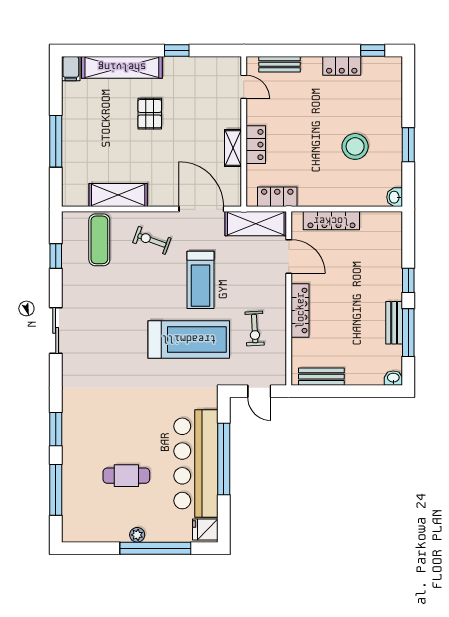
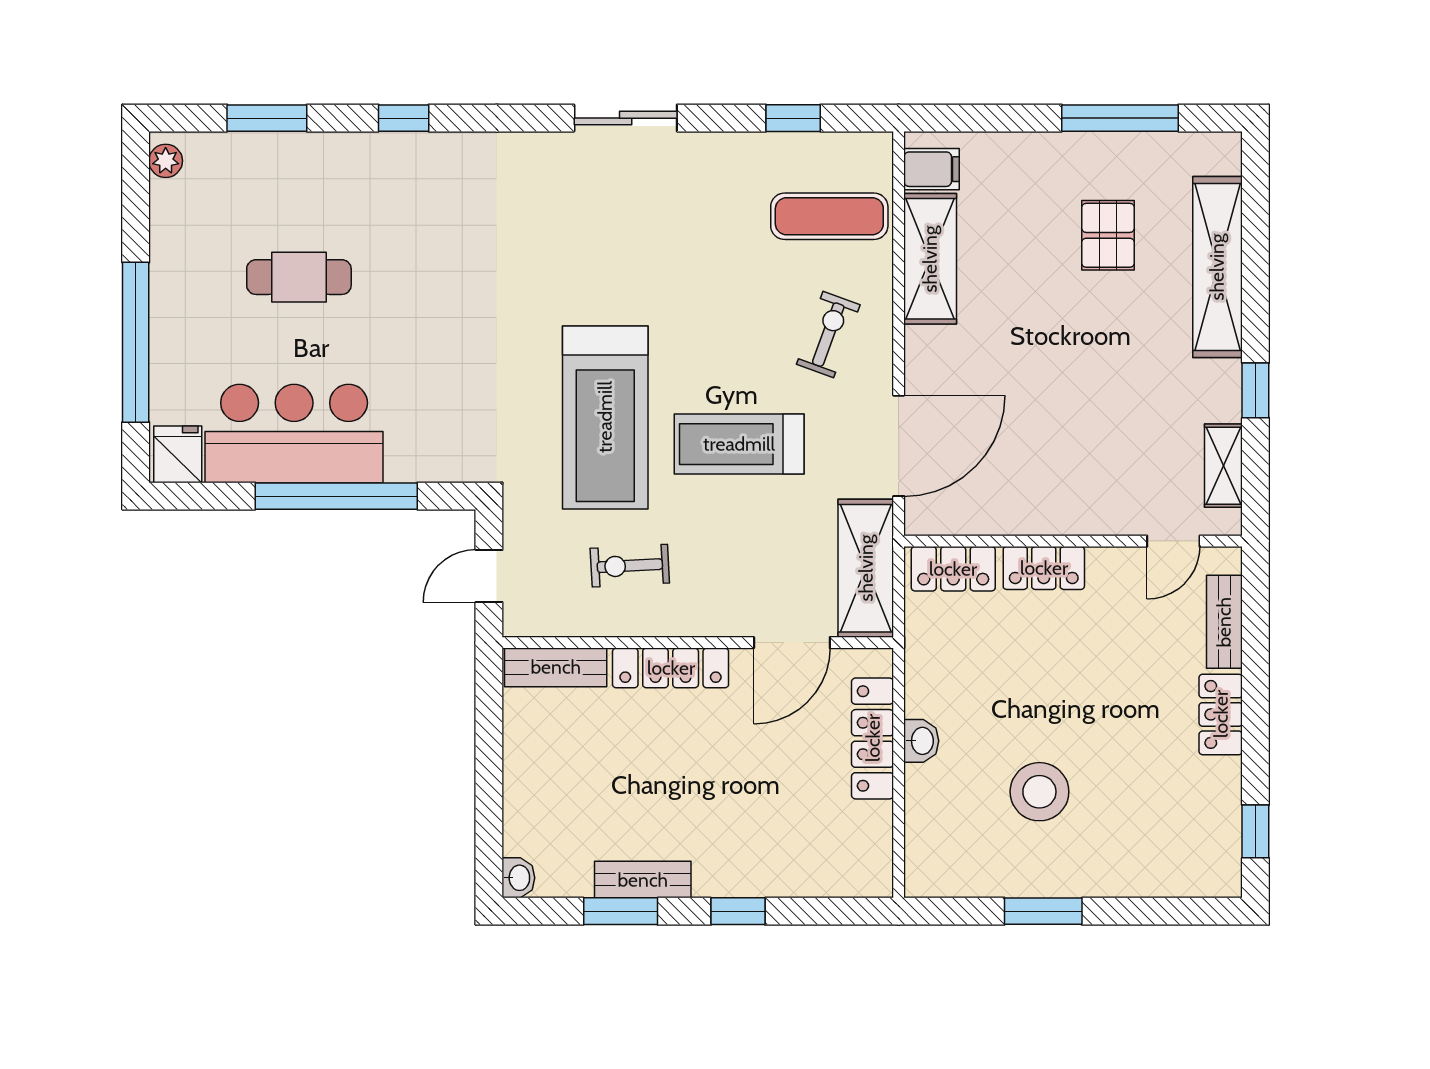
locker: (342, 66) -> (1221, 714), moved
filing cabinet: (71, 69) -> (932, 169), moved, turned 180
pallet: (150, 114) -> (1108, 235), moved, turned 90
window: (56, 141) -> (1120, 118), moved
shelving: (233, 148) -> (1223, 466), moved, turned 90
locker: (277, 197) -> (953, 569), moved, turned 90
washbasin: (395, 197) -> (921, 741), moved, turned 90
window: (408, 333) -> (621, 911), width x0.69
bench: (321, 377) -> (556, 667), moved, turned 90
window: (56, 429) -> (404, 118), width x0.67
bar counter: (196, 463) -> (294, 433), width x0.73
cafe table: (126, 476) -> (299, 277), turned 90
window: (56, 490) -> (267, 118), width x0.69
plant: (137, 535) -> (166, 161), moved

